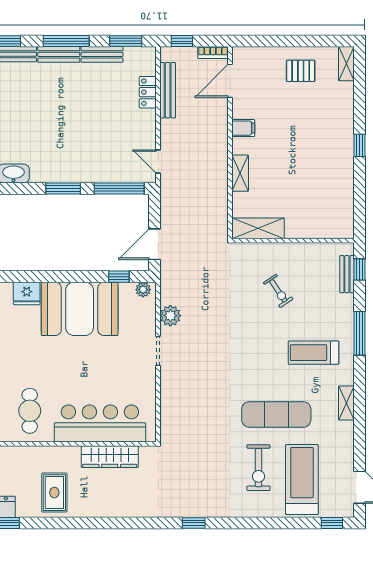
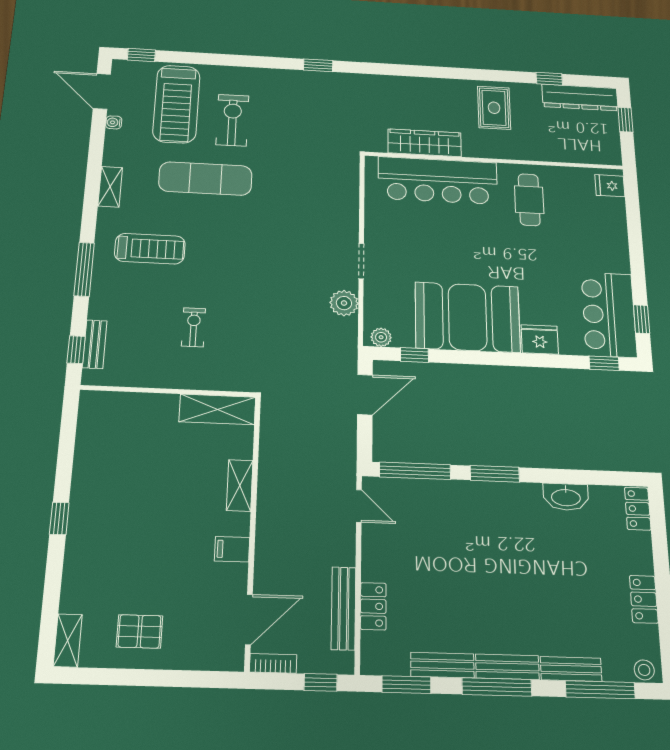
exercise bike: (278, 291) -> (194, 327), turned 34
water cooler: (348, 460) -> (114, 122), added

